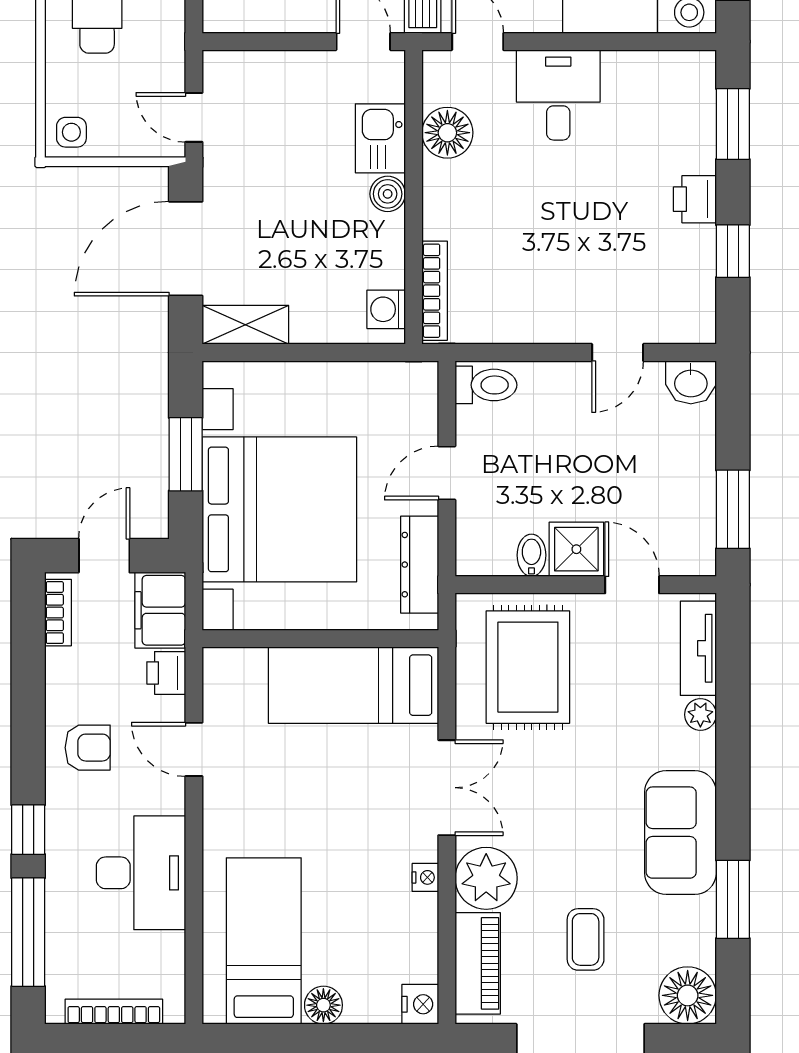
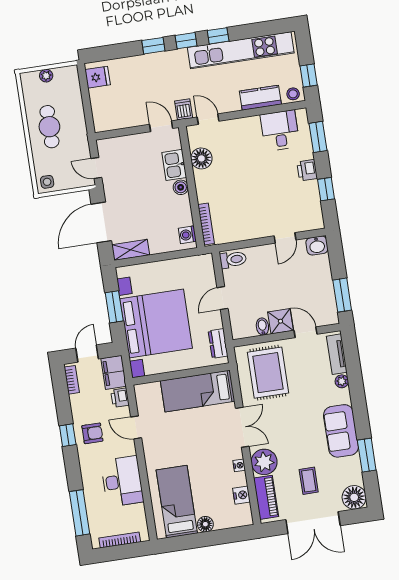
desk: (558, 95) -> (280, 131), moved
dresser: (420, 565) -> (218, 343), width x0.70
window: (28, 830) -> (68, 435), moved
nightstand: (420, 1004) -> (241, 495), moved

